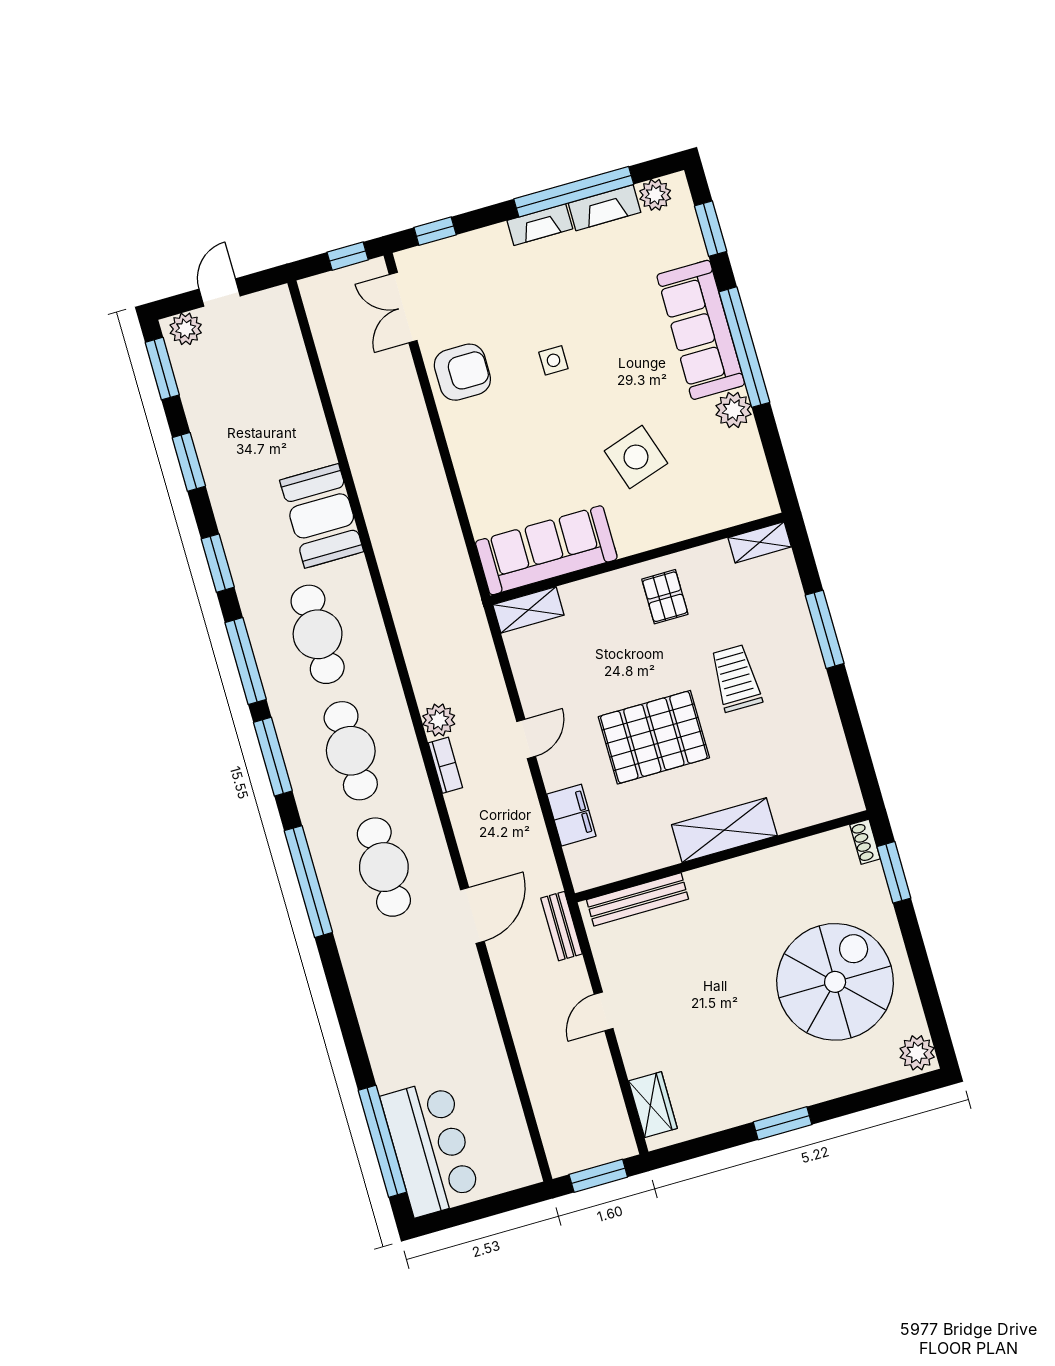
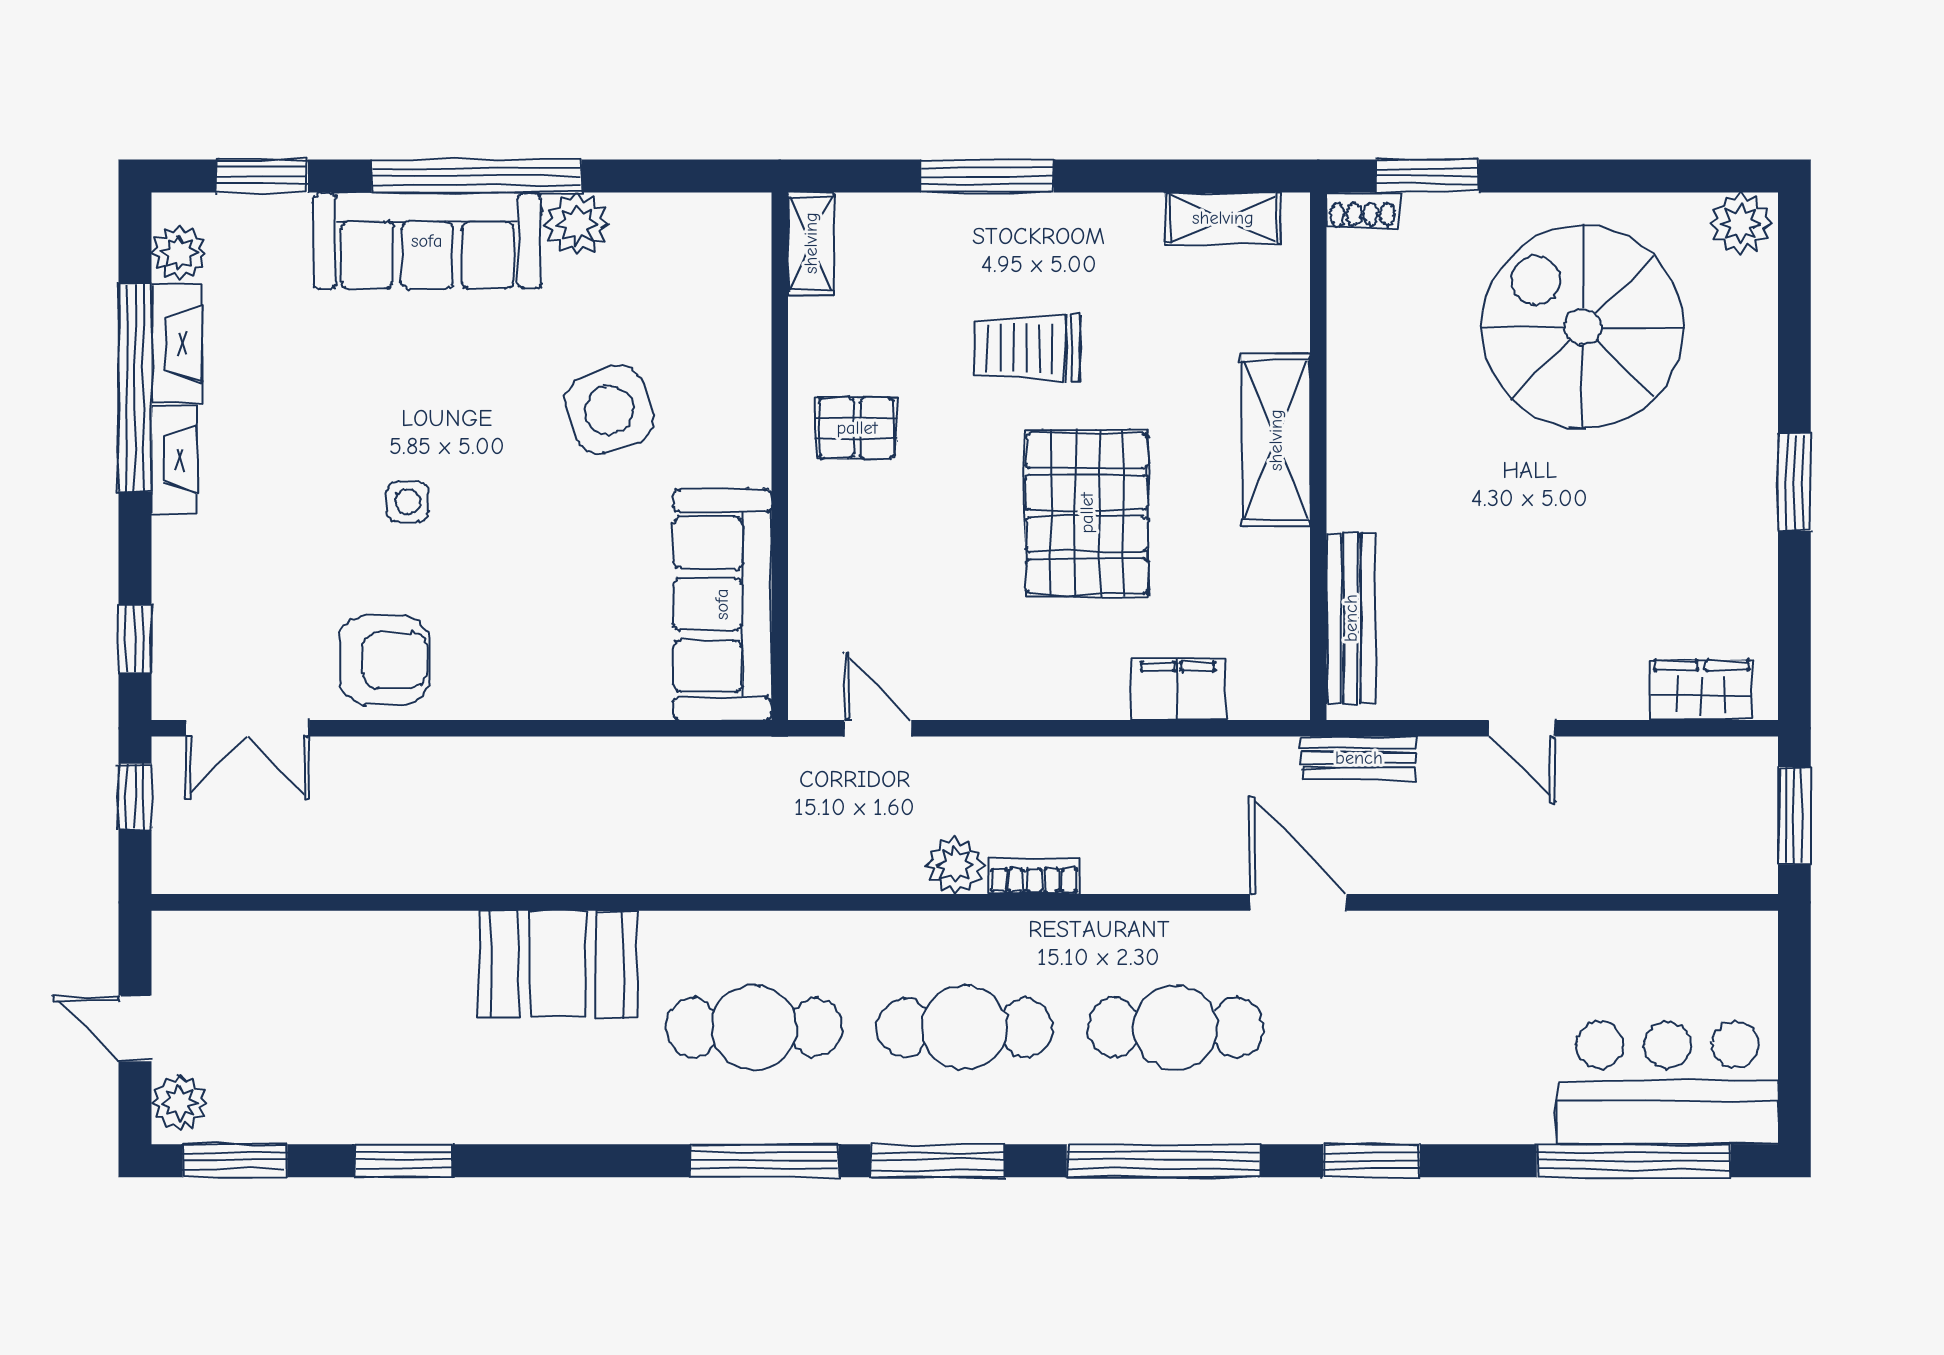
armchair: (462, 372) -> (384, 660), turned 90
window: (218, 563) -> (1371, 1161), moved
shelving: (528, 610) -> (1223, 218), moved, turned 90
door: (526, 739) -> (878, 728), moved

